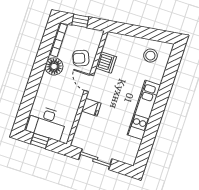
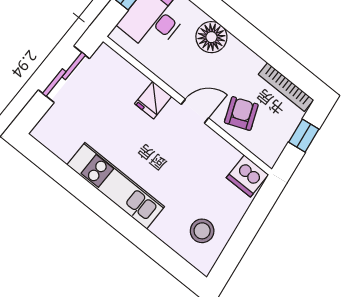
dishwasher: (106, 62) -> (247, 176), moved
floor lamp: (54, 66) -> (211, 37), moved

